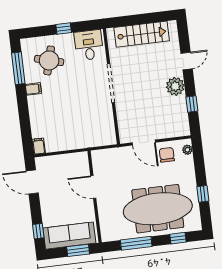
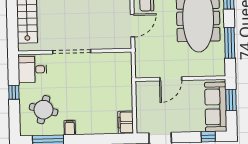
filing cabinet: (39, 146) -> (126, 122), width x2.00

